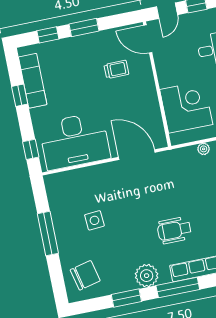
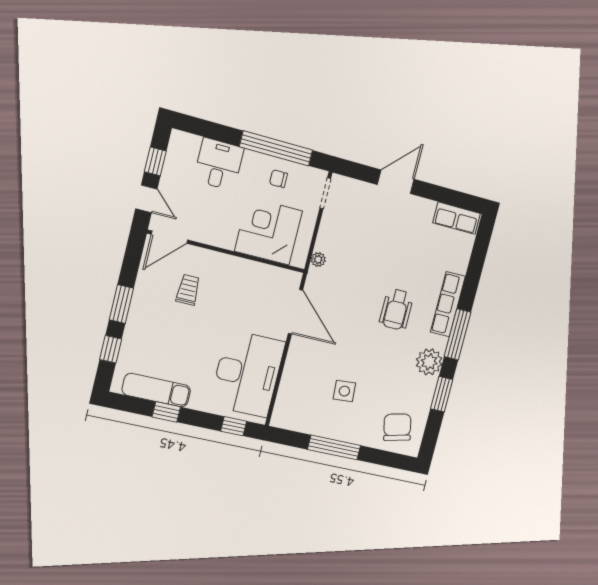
plant: (204, 149) -> (318, 260), moved
door: (137, 155) -> (295, 312), swing flipped

